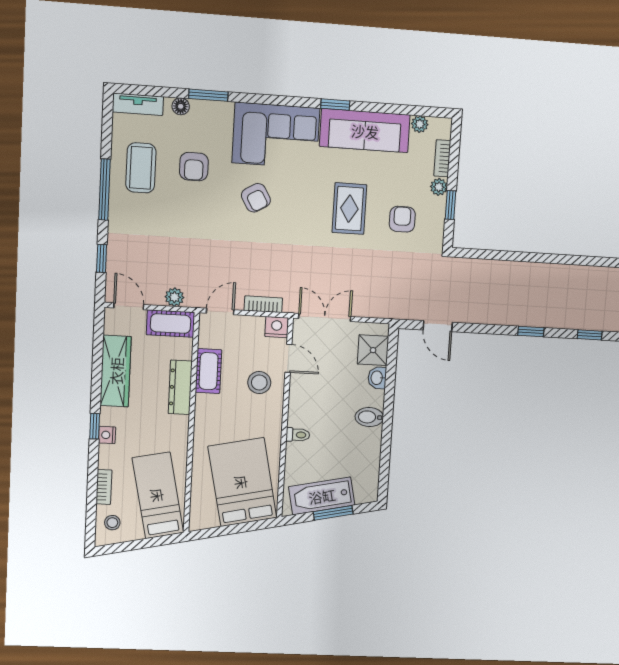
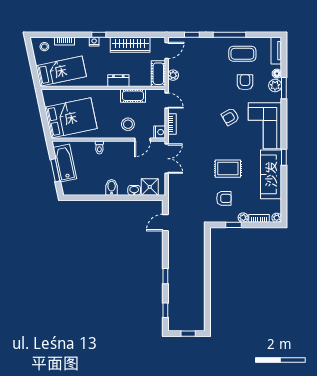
plant: (203, 111) -> (275, 86), added
plant: (420, 124) -> (277, 218), moved
armchair: (194, 167) -> (245, 82), turned 90
dresser: (180, 387) -> (118, 81), width x0.70

